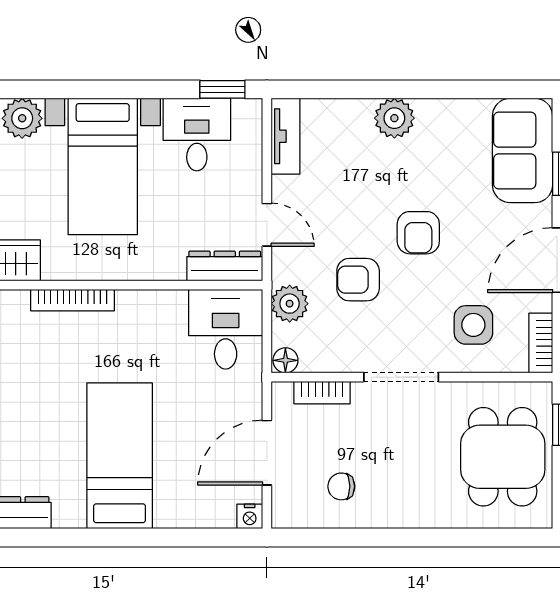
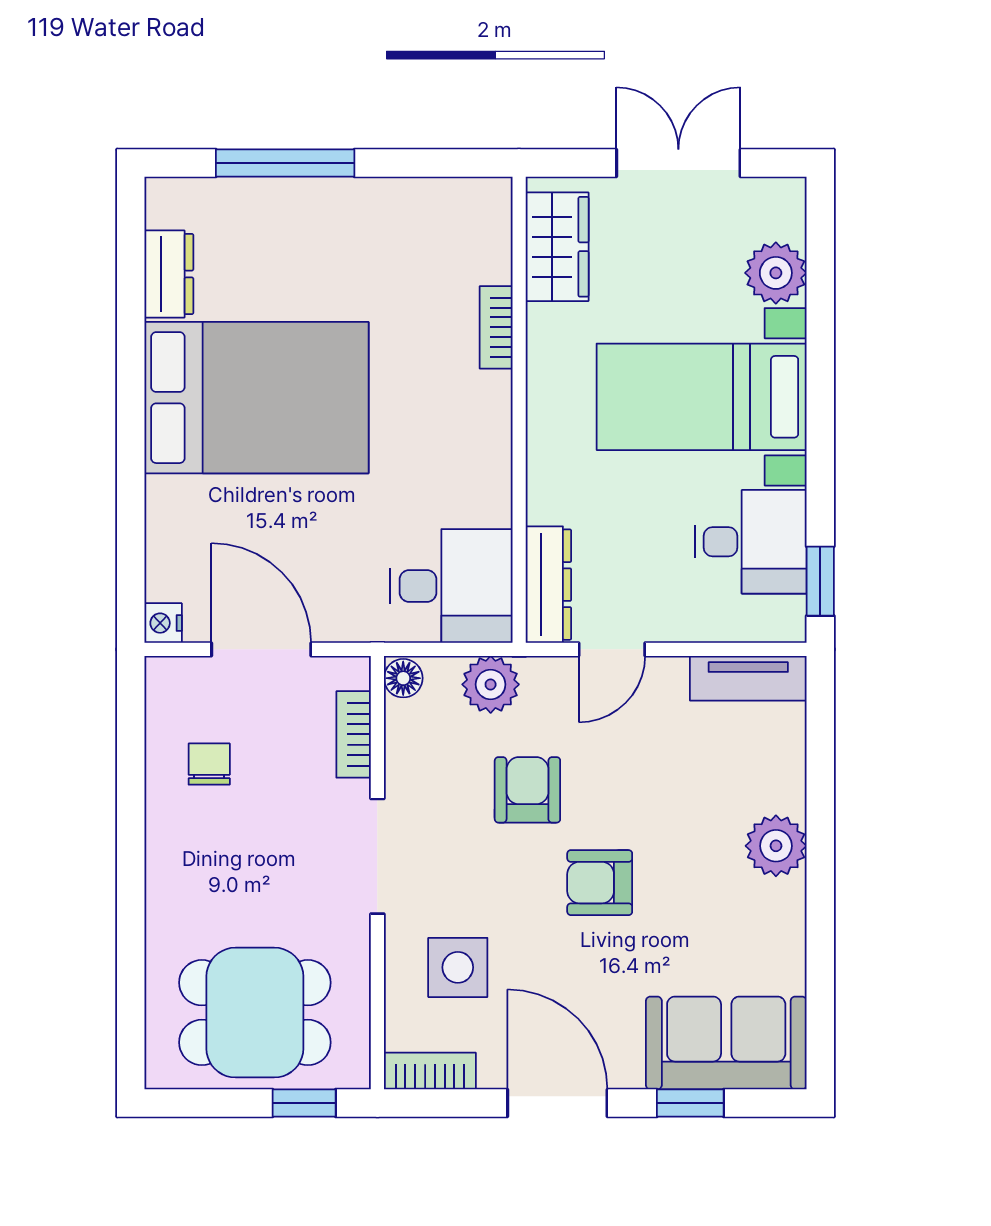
bookcase: (73, 300) -> (496, 327), width x0.64
bed: (120, 456) -> (256, 398), width x1.50

